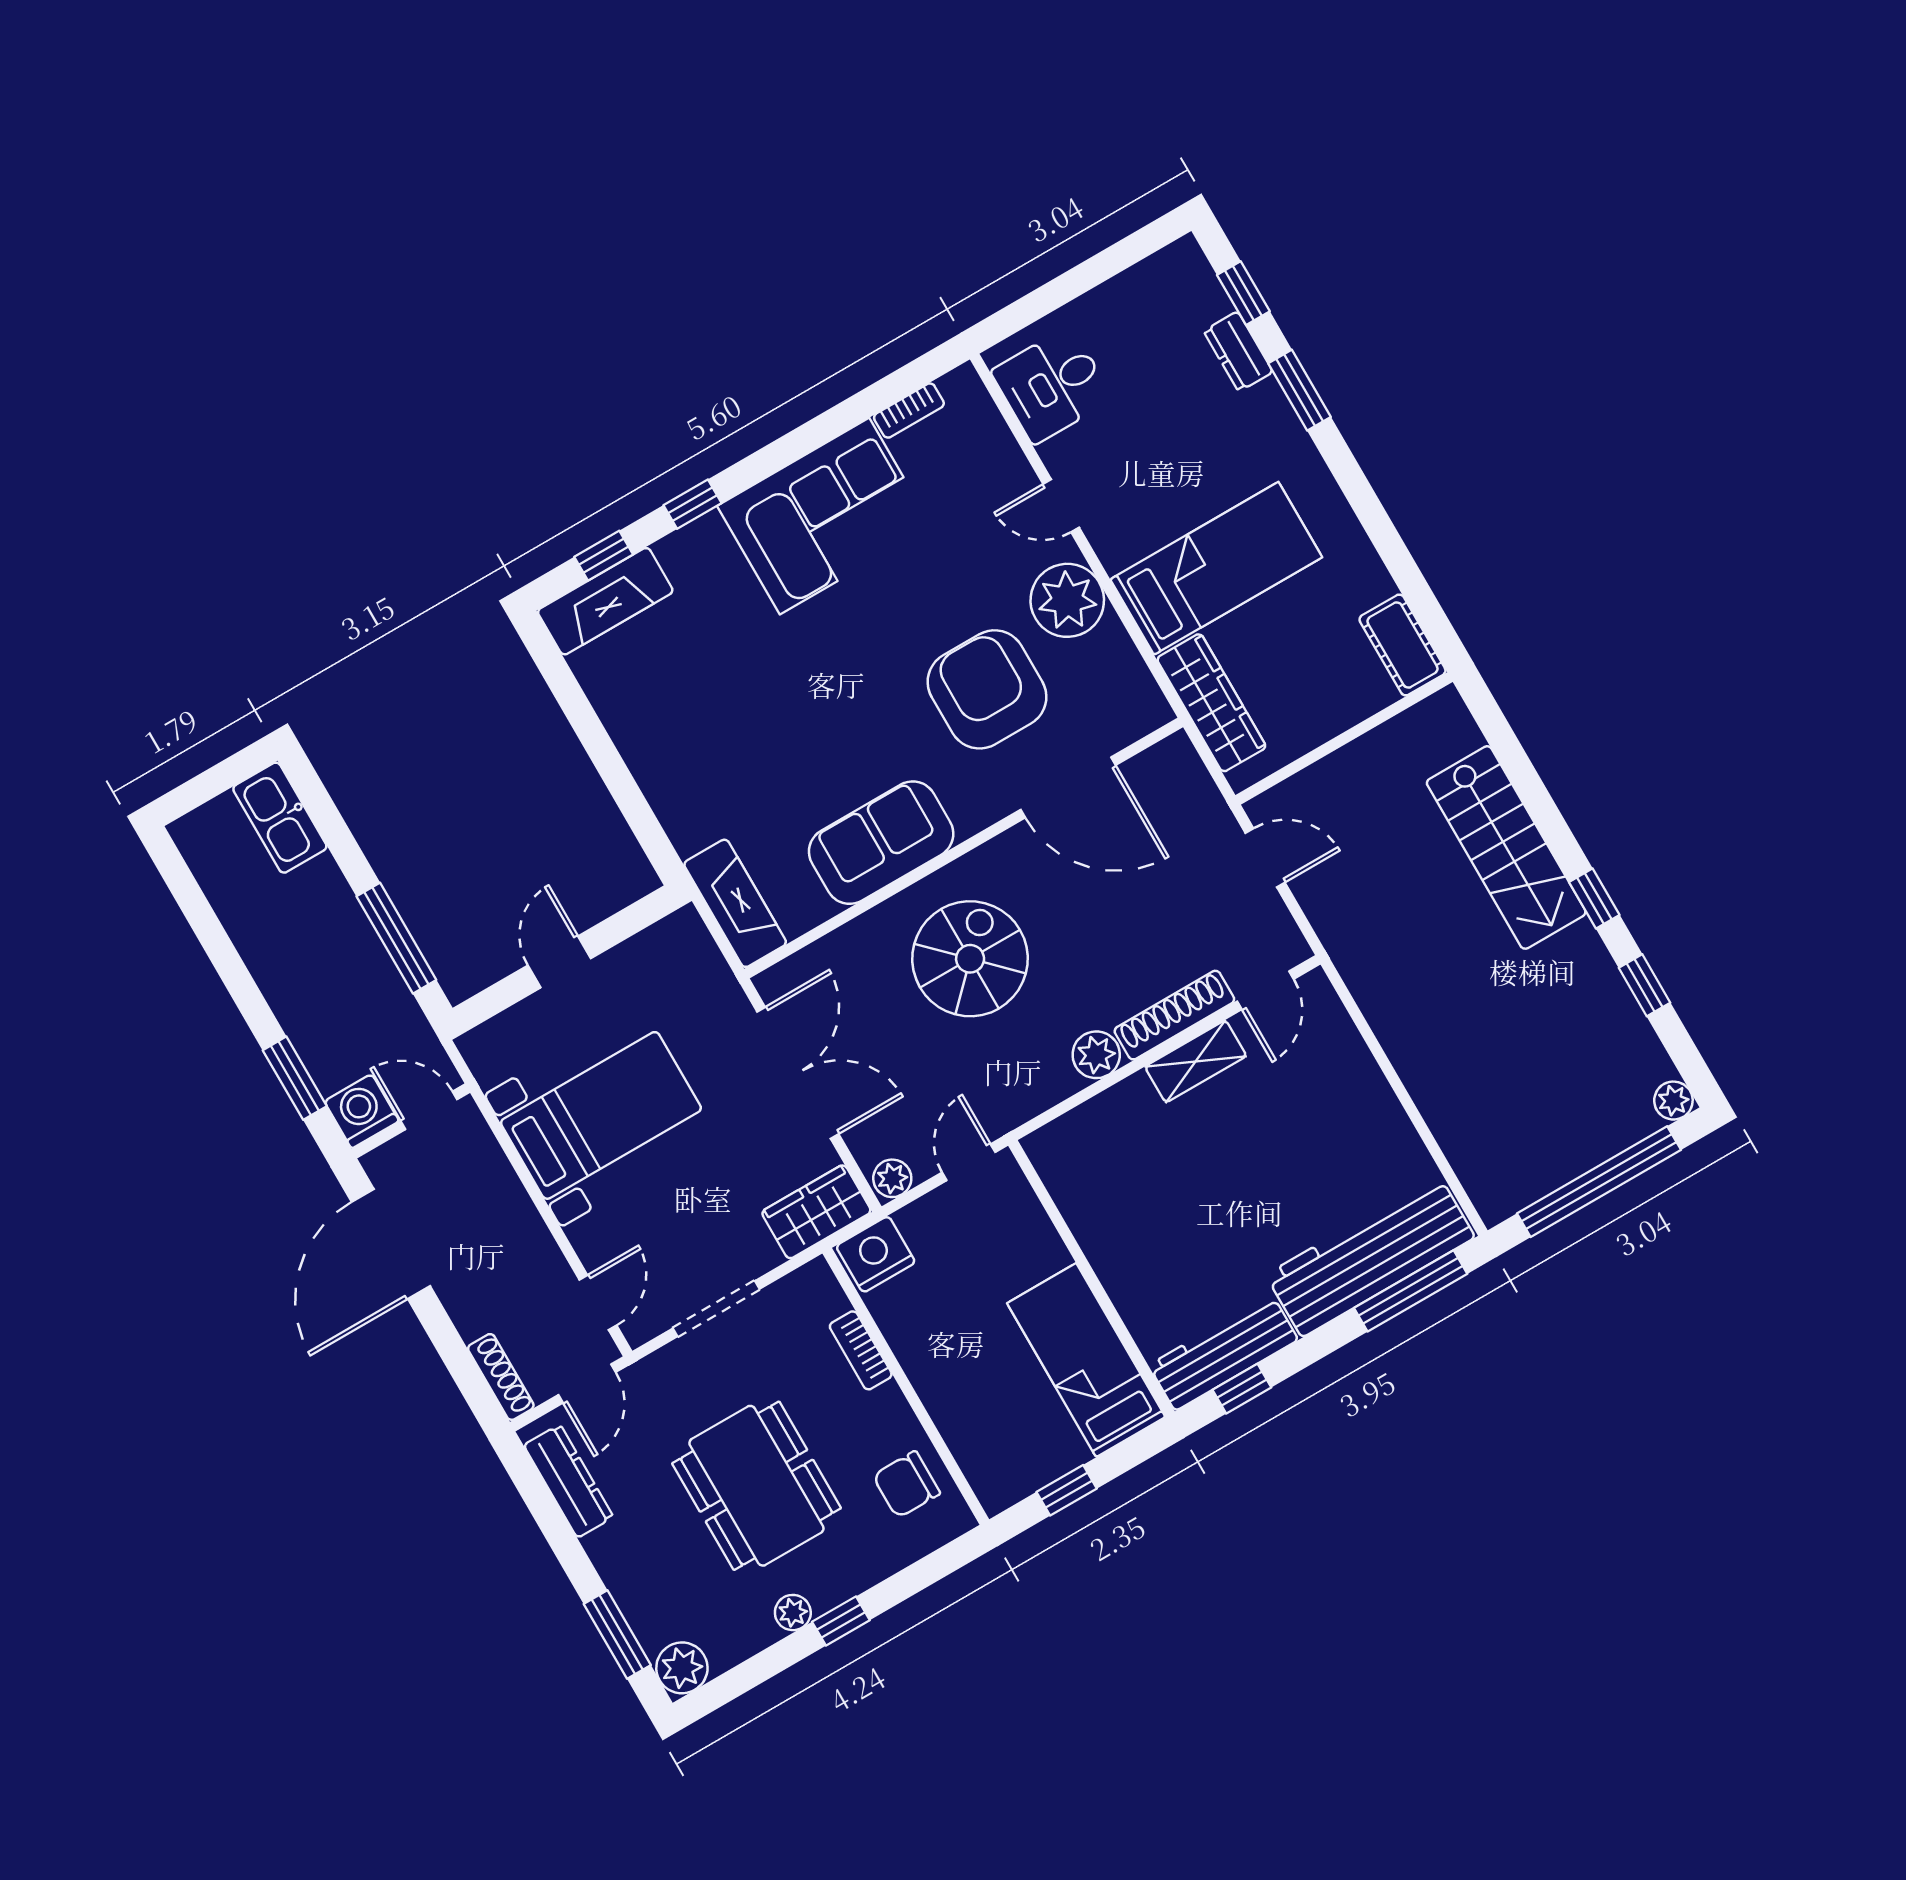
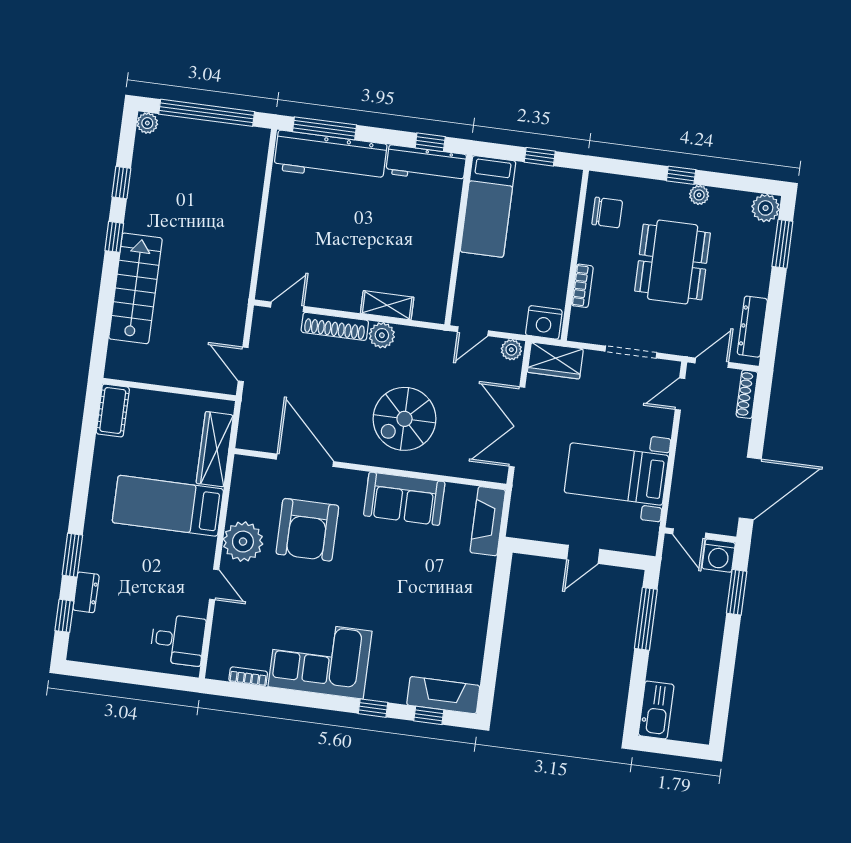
shelving: (1196, 1061) -> (387, 305), moved

